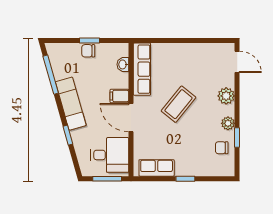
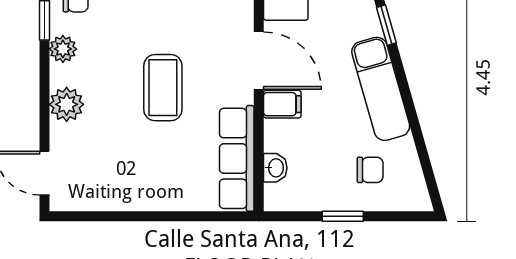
chair: (88, 51) -> (370, 170), moved
window: (51, 75) -> (421, 147), removed
coffee table: (178, 104) -> (163, 88), turned -39

